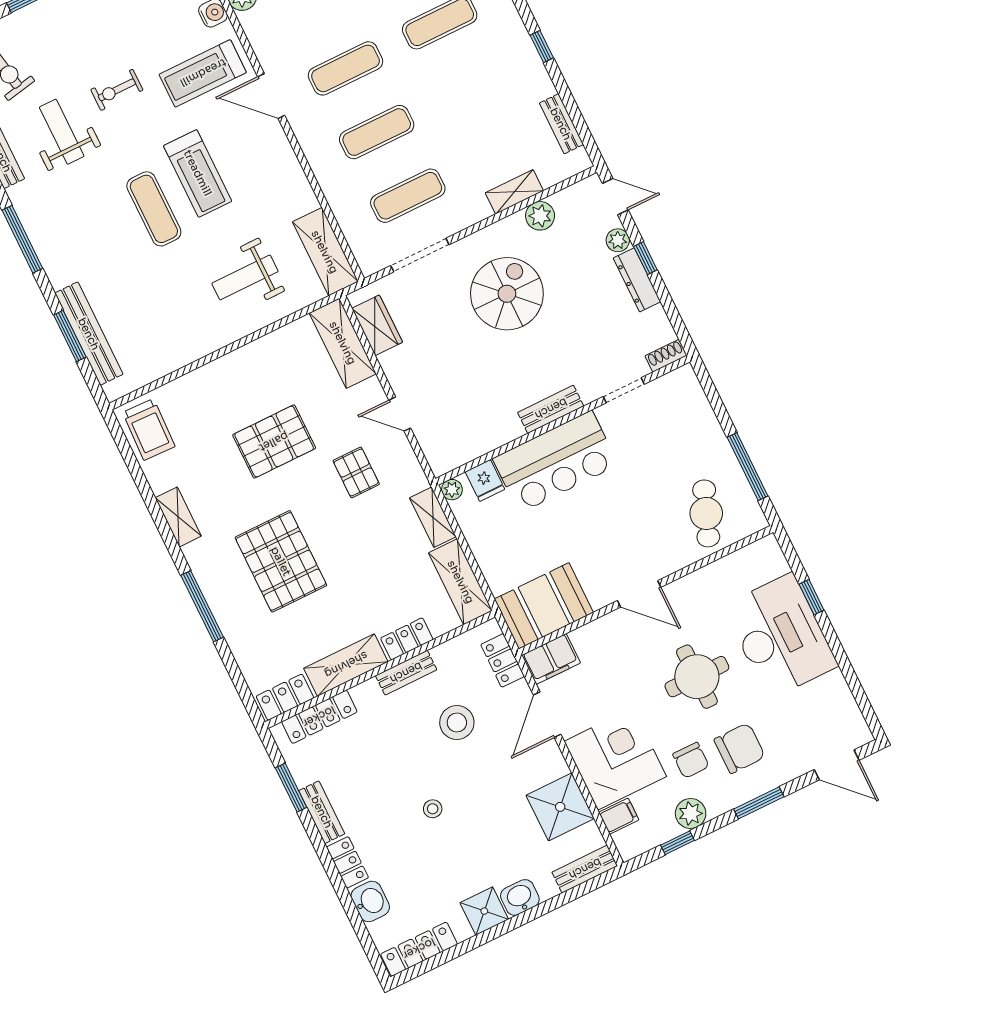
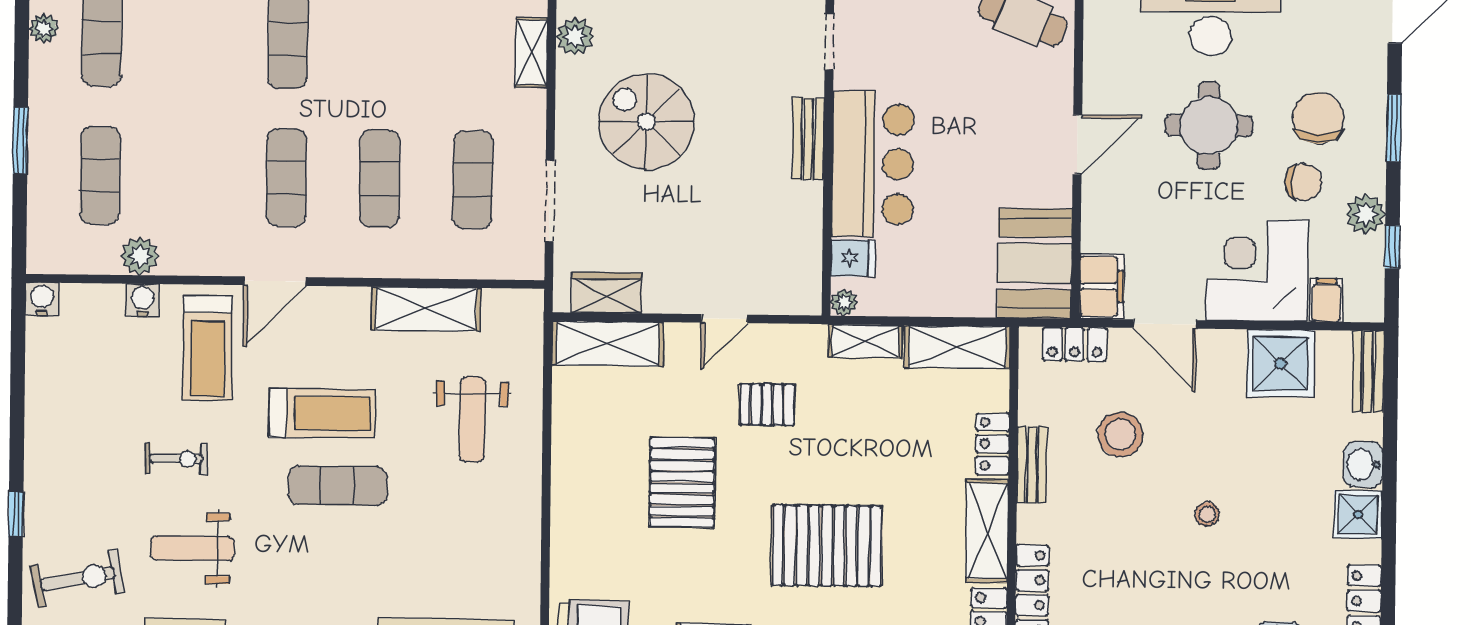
exercise bike: (117, 90) -> (176, 459), turned -90
shelving: (325, 252) -> (426, 309), moved

